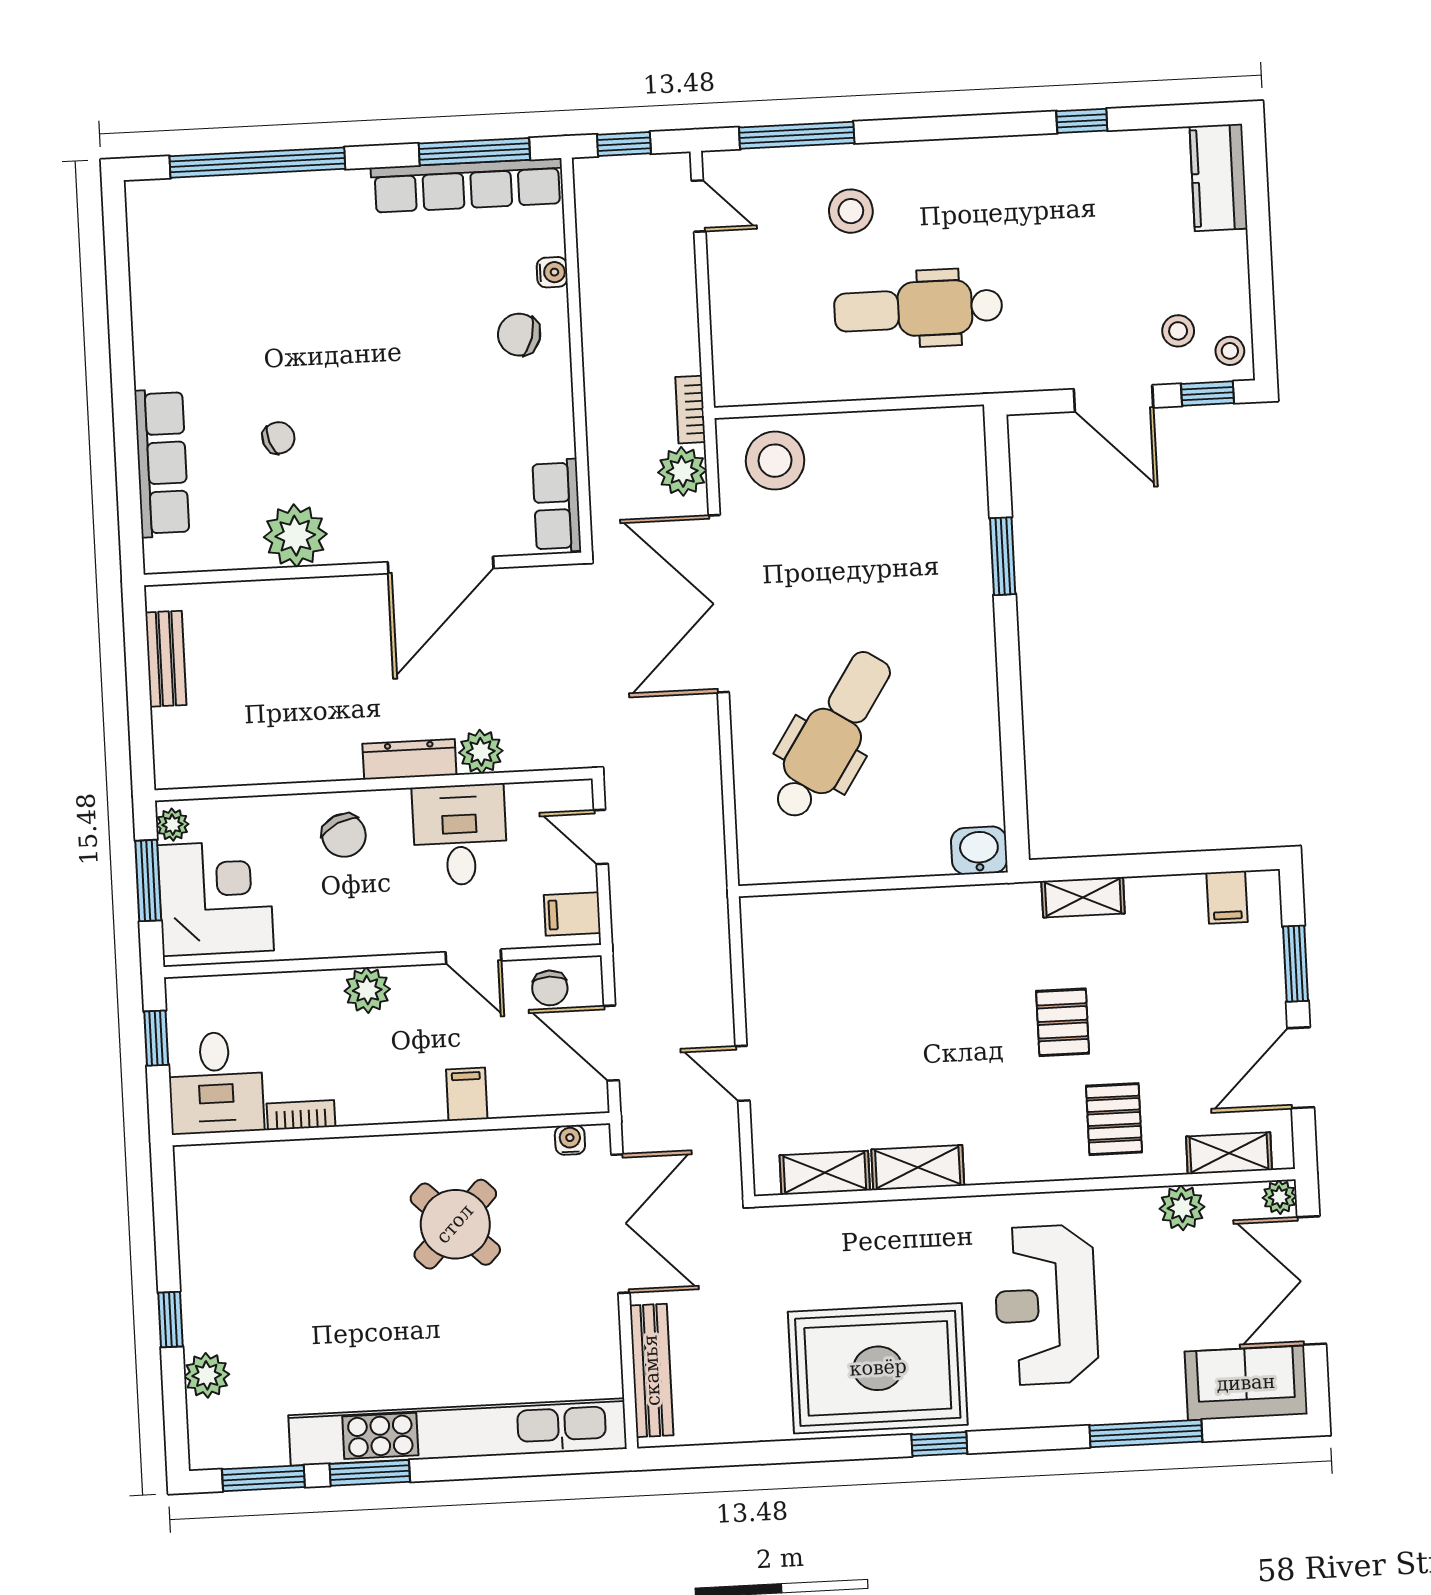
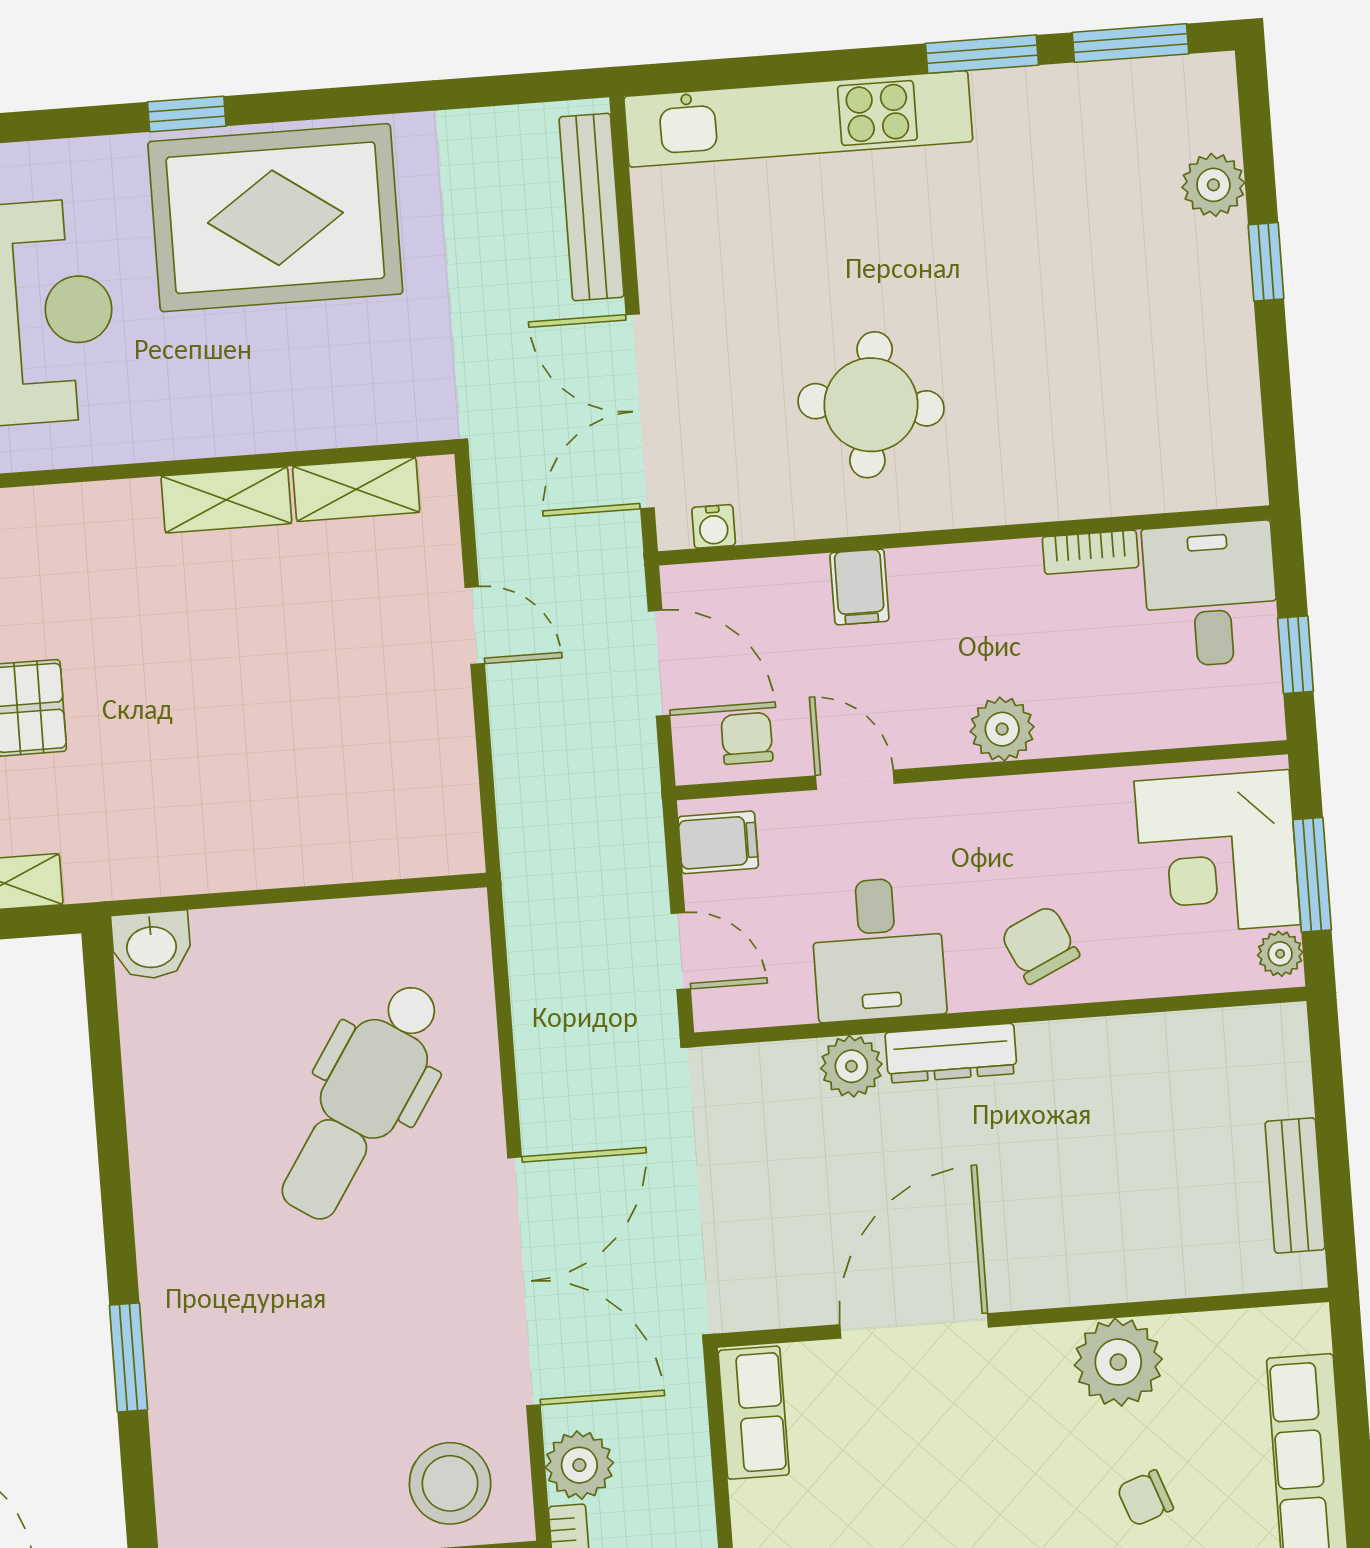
round table: (455, 1224) -> (871, 405), turned -36
kitchen unit: (458, 1432) -> (798, 119), width x0.73

